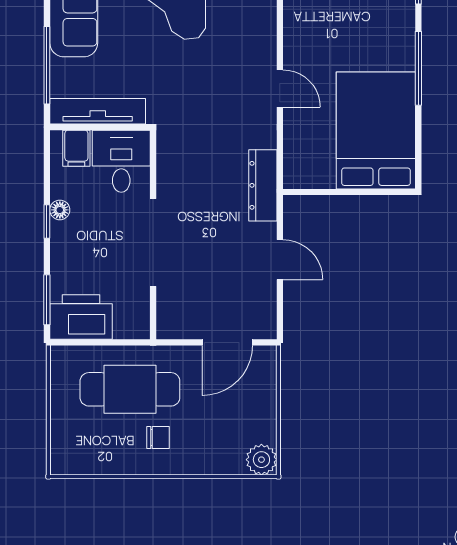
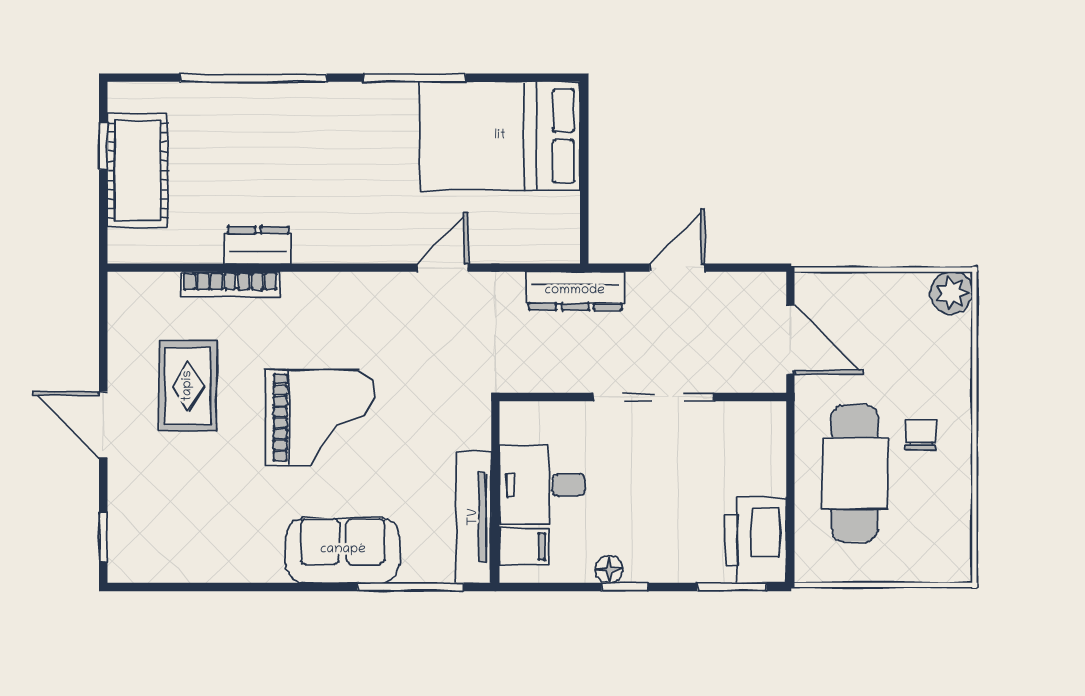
wall: (153, 235) -> (643, 397), moved
doorway: (153, 243) -> (654, 397), moved

